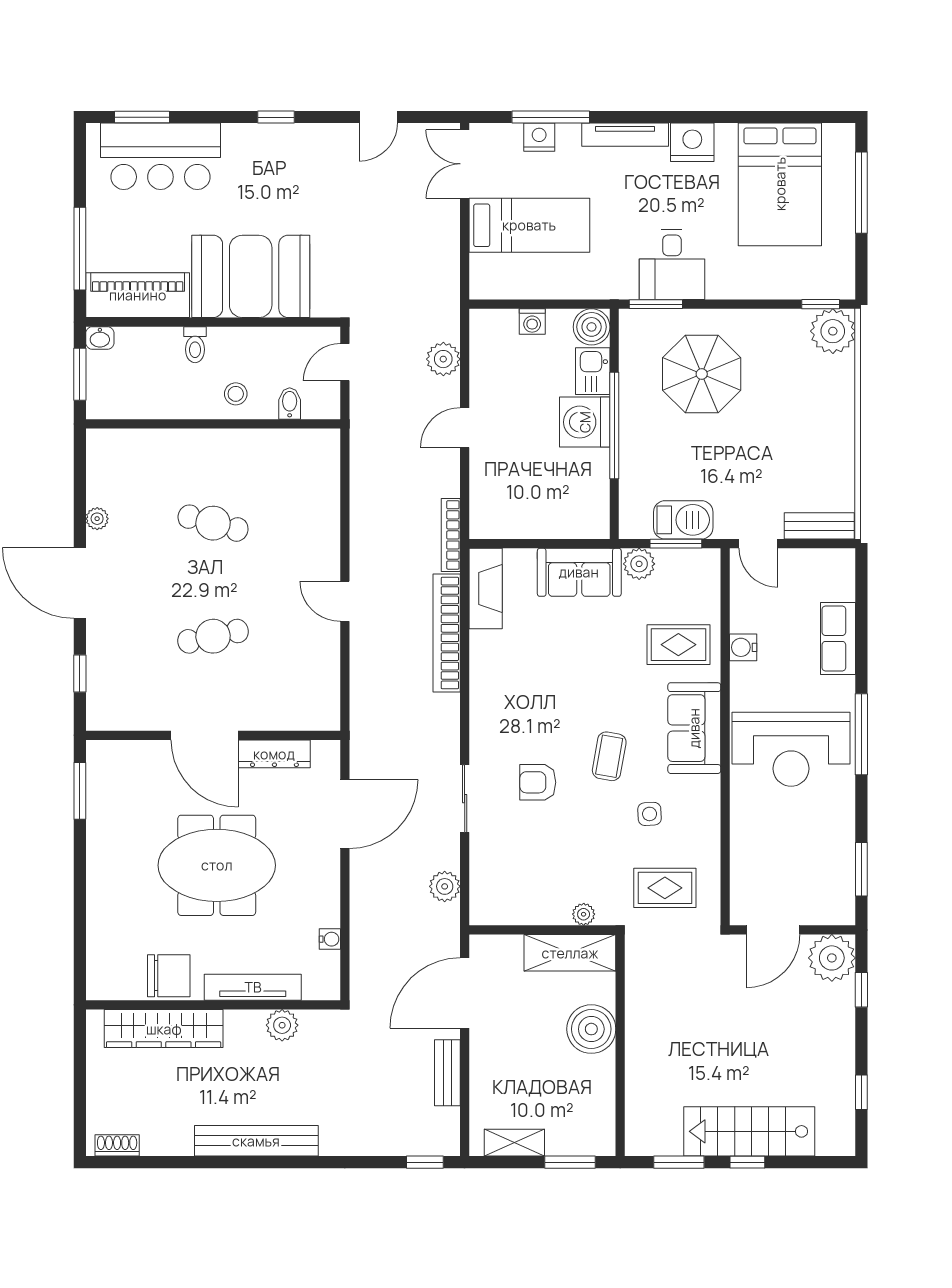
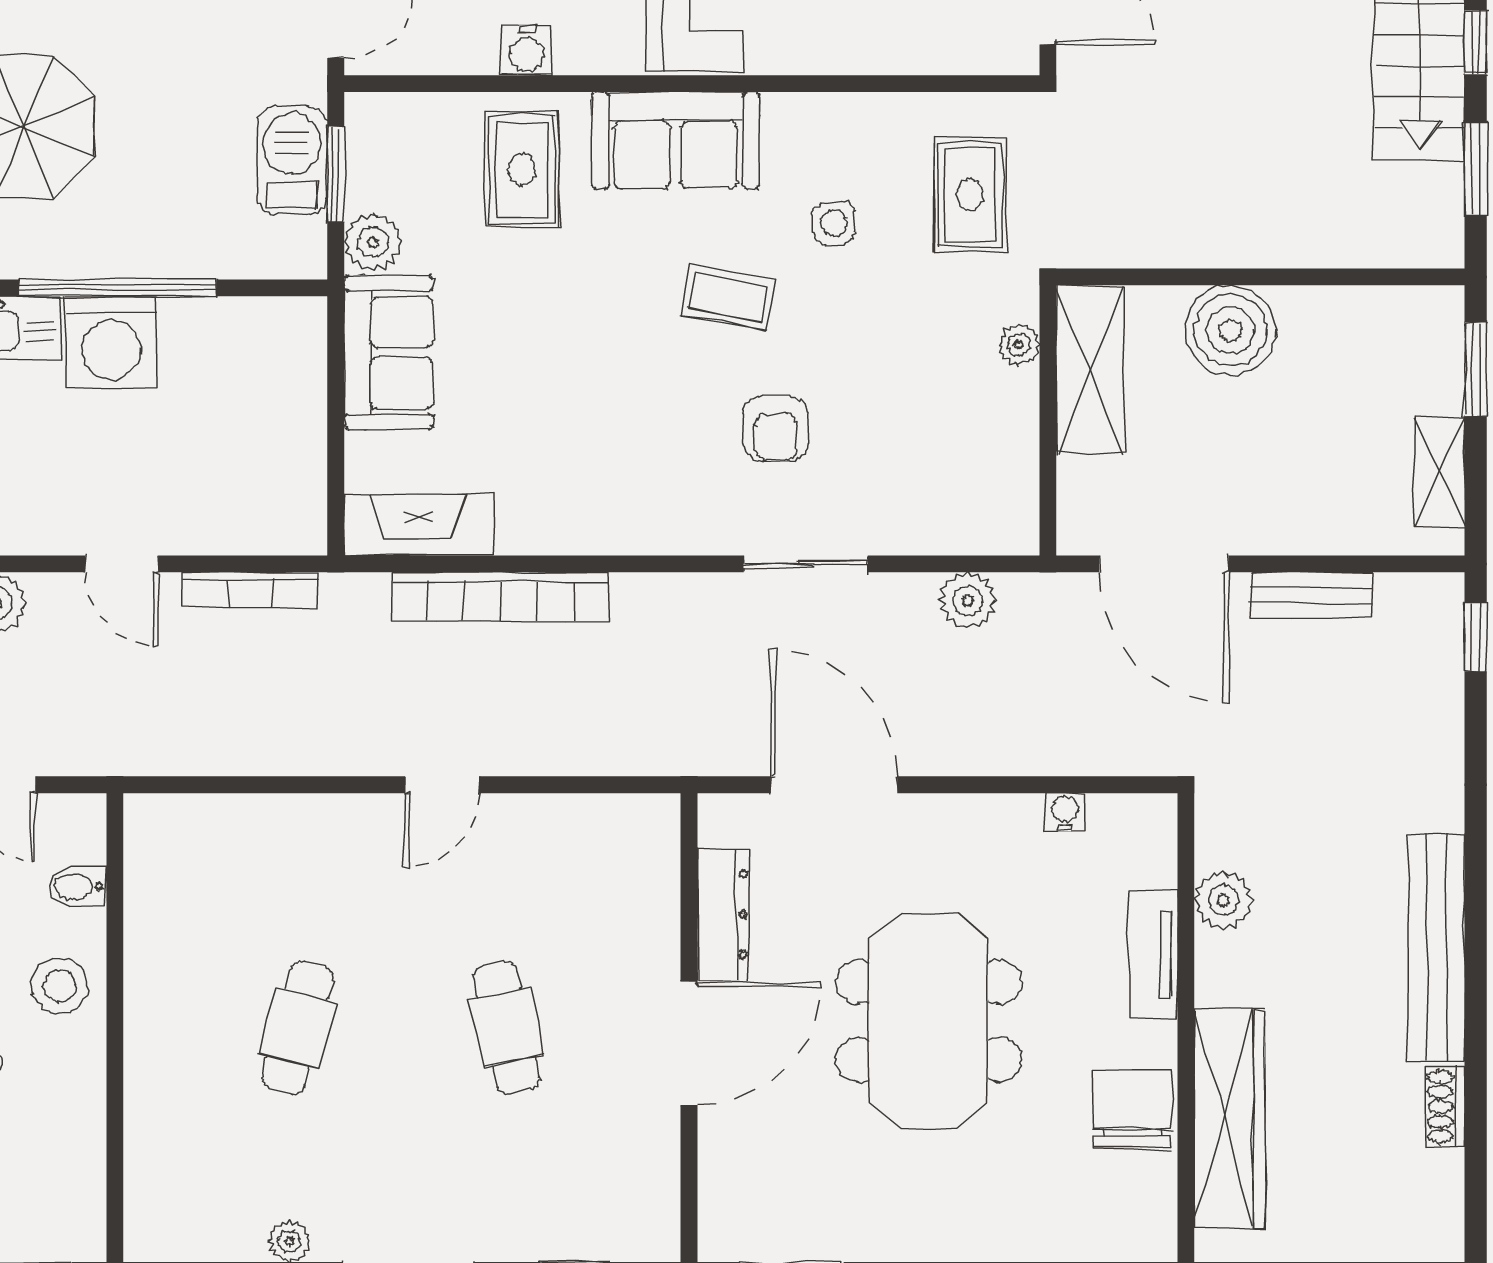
stool: (236, 394) -> (60, 986), width x1.37, depth x1.37
bookcase: (451, 535) -> (250, 590), moved
tv unit: (253, 987) -> (1153, 954), width x0.71
shoe rack: (117, 1145) -> (1445, 1107), moved

